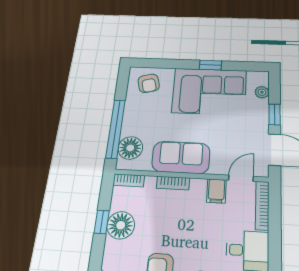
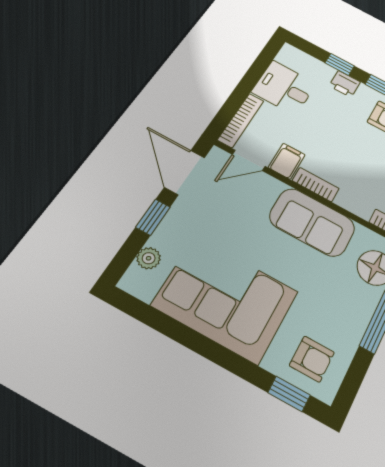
window: (210, 65) -> (289, 394), moved
armchair: (149, 83) -> (312, 359), turned 105
bookcase: (173, 183) -> (316, 185), moved

